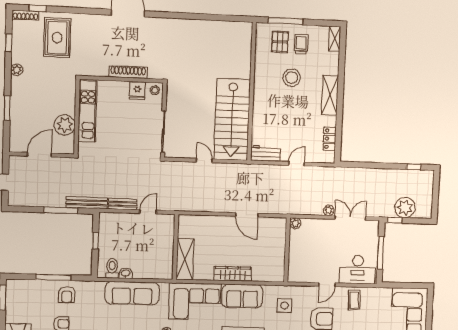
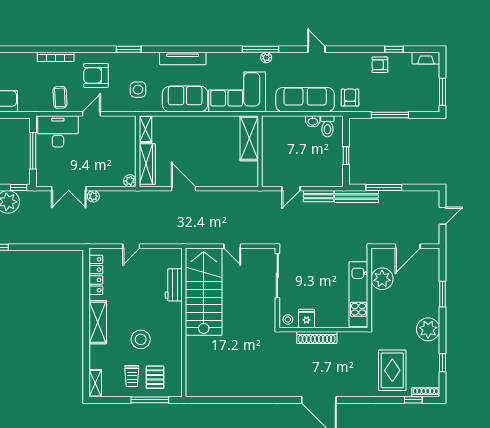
plant: (17, 70) -> (428, 329), width x1.88, depth x1.88
locker: (330, 139) -> (96, 275), width x1.53
workbench: (266, 153) -> (174, 285), moved, turned 90
shelving: (279, 270) -> (146, 129), added
wardrobe: (233, 274) -> (147, 164), moved, turned -90
armchair: (67, 295) -> (350, 98), moved

